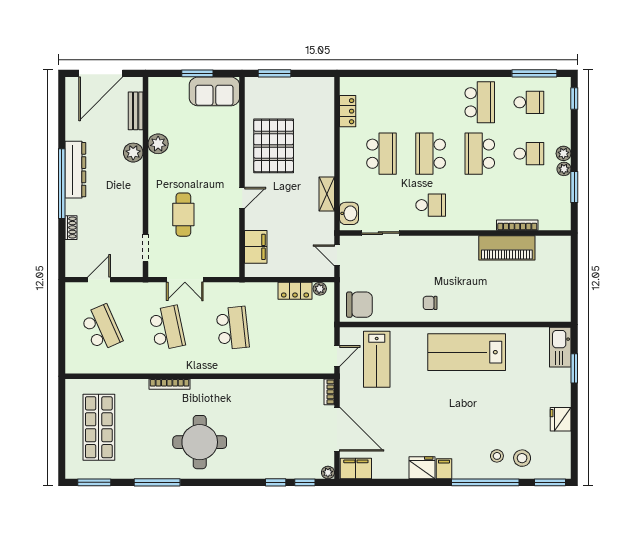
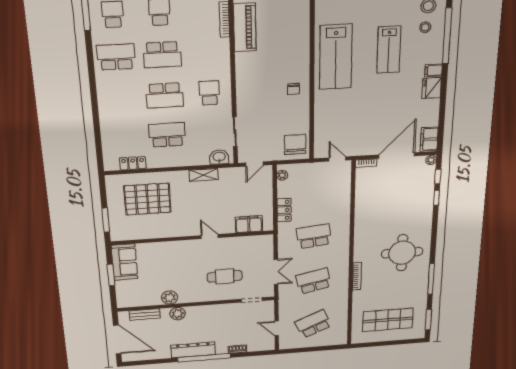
pallet: (274, 146) -> (147, 199), moved
locker: (295, 291) -> (284, 210), moved
lab bench: (377, 359) -> (389, 50), moved, turned 90

